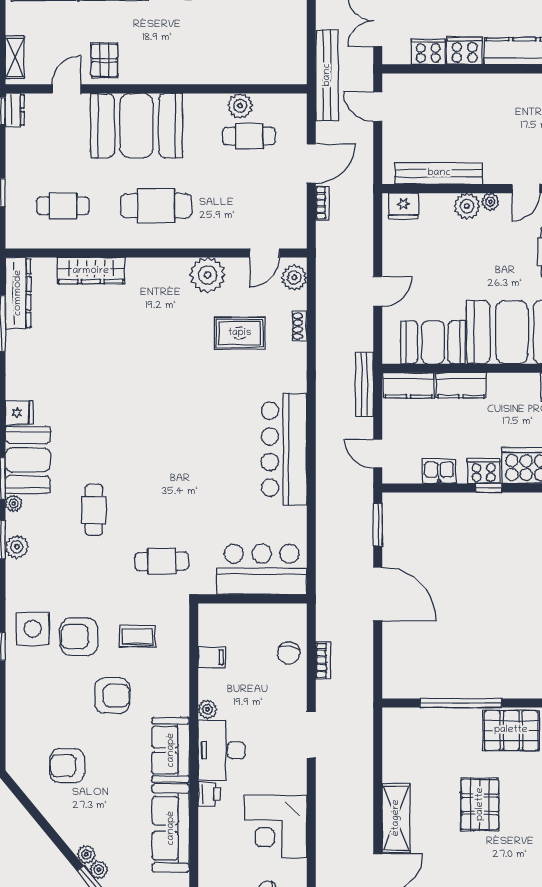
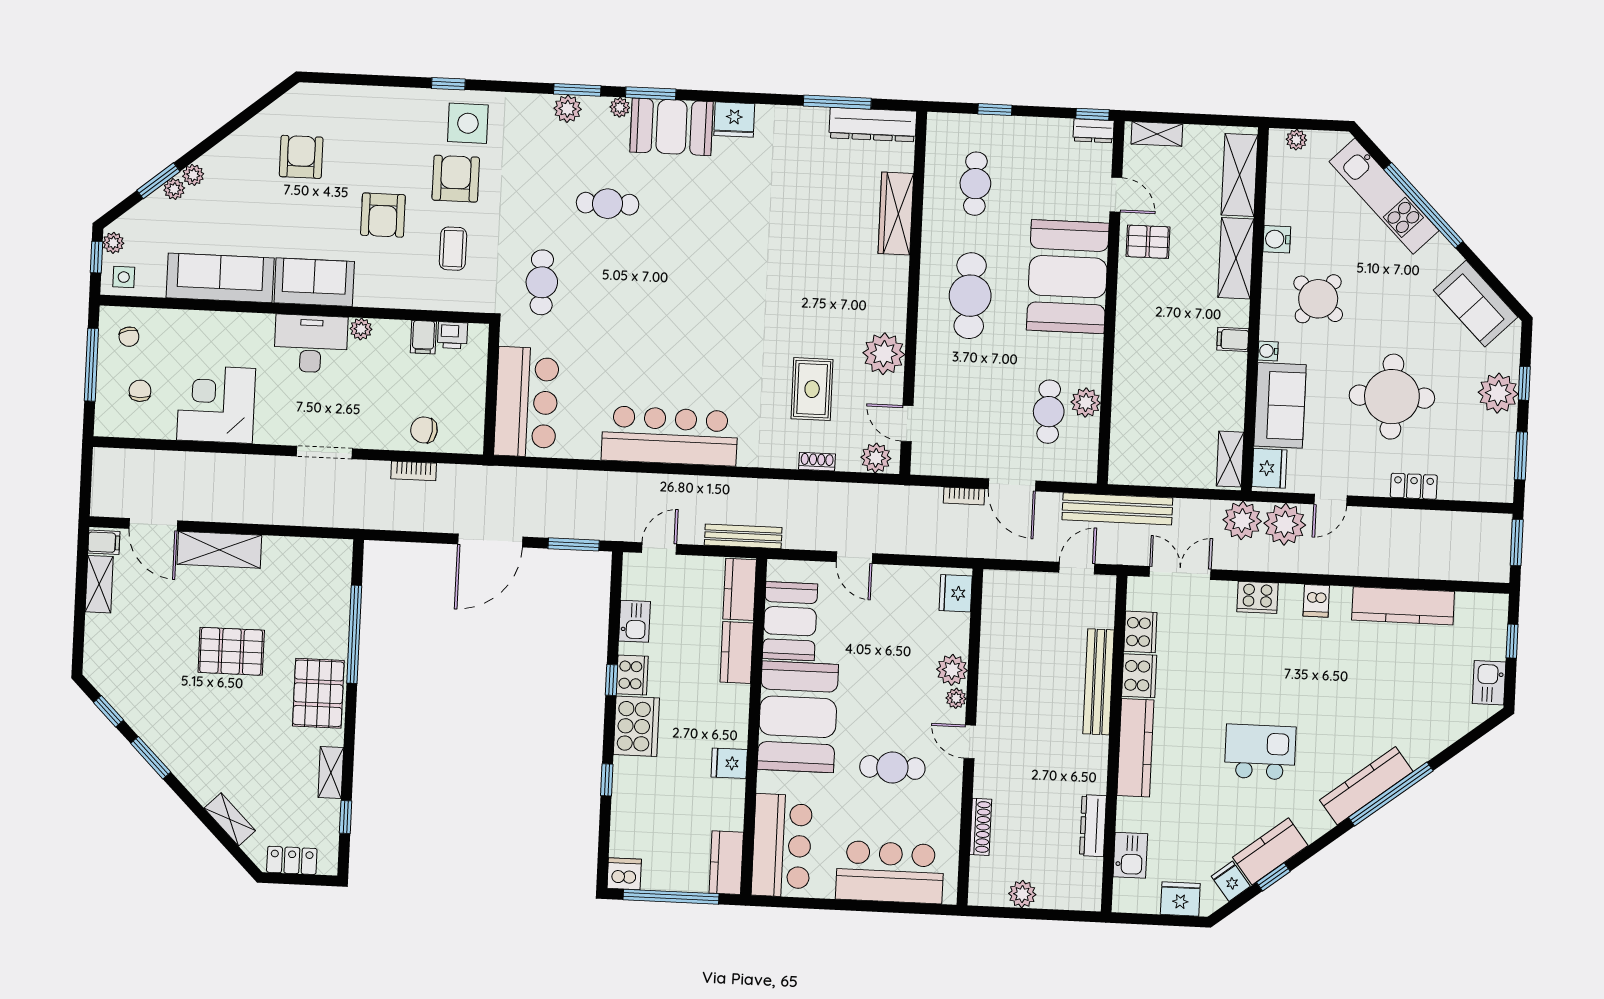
bench: (439, 173) -> (1098, 682), moved
fridge: (19, 413) -> (734, 120), width x1.38
printer: (209, 794) -> (452, 335), moved

